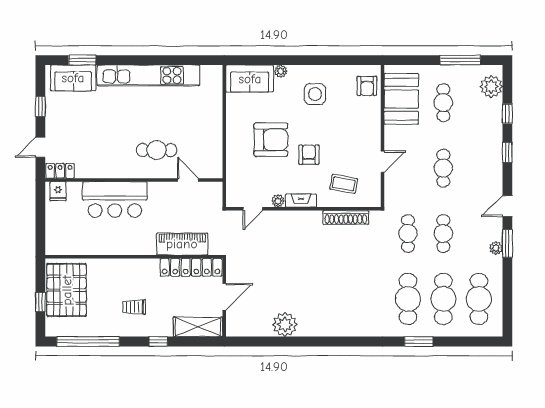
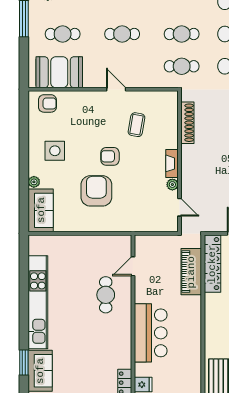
plant: (278, 201) -> (172, 185), moved
fireplace: (301, 201) -> (172, 163), moved
door: (253, 209) -> (180, 207), moved
wall: (303, 209) -> (180, 161), moved
shoe rack: (346, 217) -> (187, 123), moved

